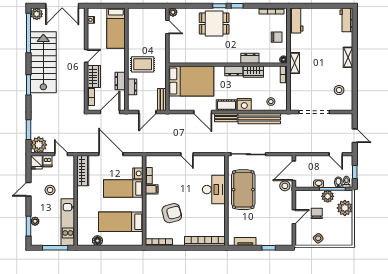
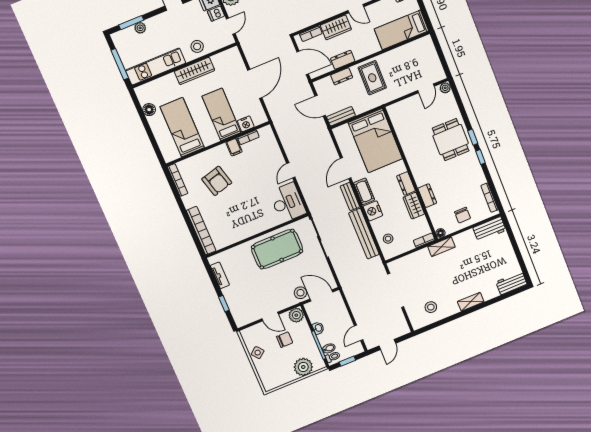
wardrobe: (83, 171) -> (194, 71), moved
stool: (50, 190) -> (197, 46), moved
desk: (214, 190) -> (288, 203), moved, turned -90
plant: (328, 196) -> (296, 315), moved

